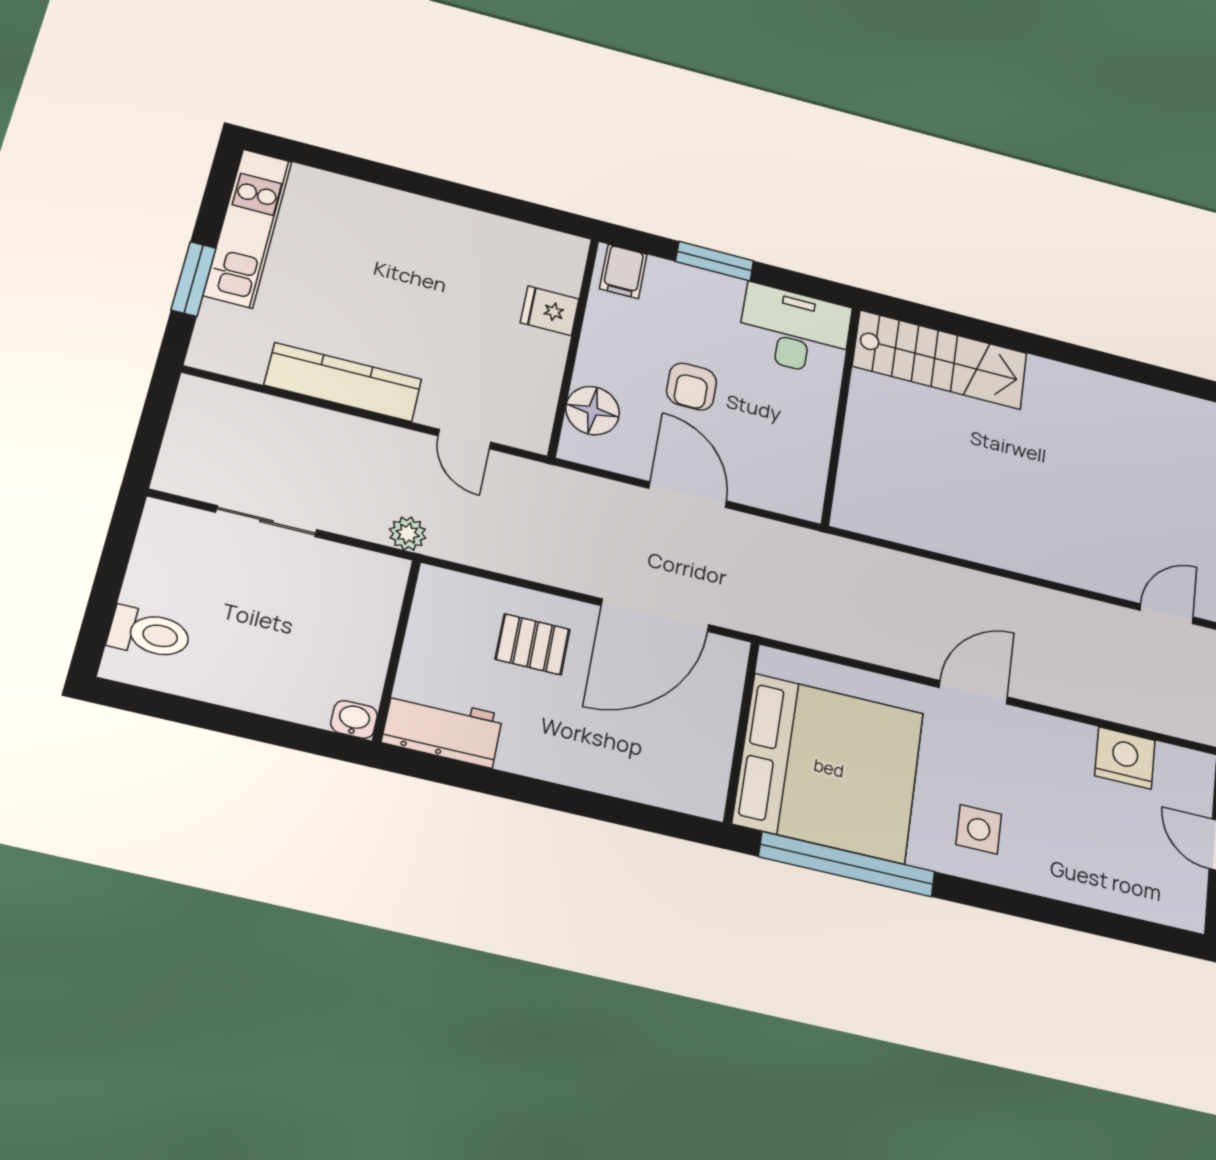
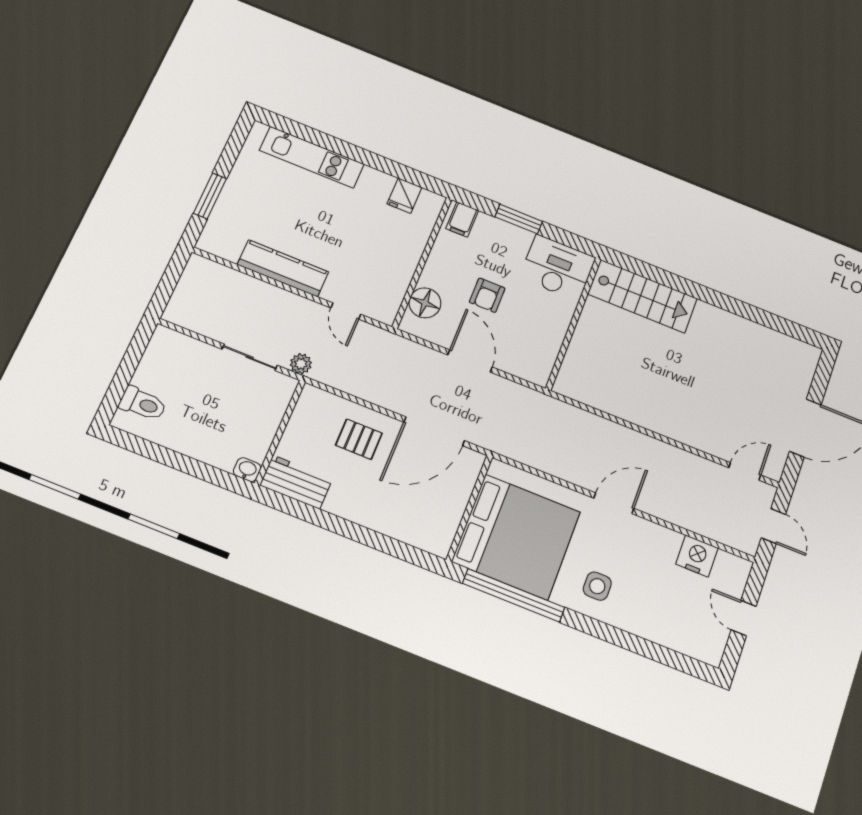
kitchen unit: (248, 228) -> (312, 157), moved, turned 90
fridge: (550, 311) -> (404, 196), moved, turned -90
sliding door: (266, 521) -> (250, 357), moved

